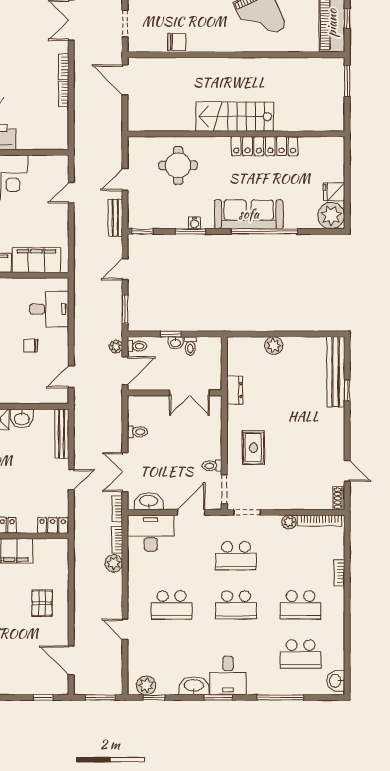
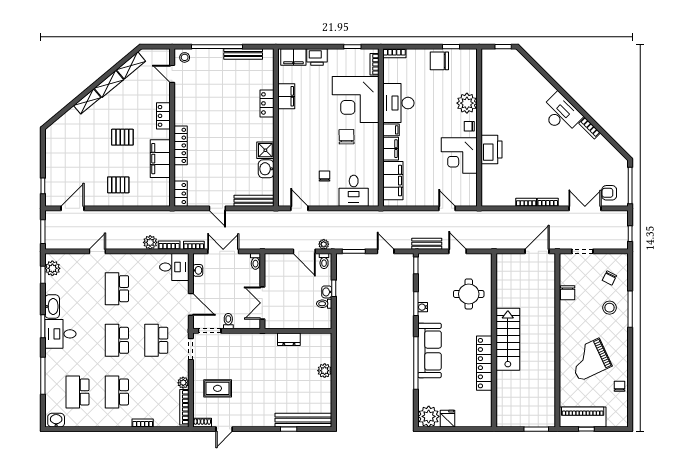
wall: (175, 393) -> (262, 291), moved
double door: (189, 393) -> (262, 303), moved
rug: (253, 448) -> (218, 388), moved
washbasin: (149, 501) -> (198, 270), width x0.52, depth x0.69
desk: (151, 533) -> (174, 267), width x0.73

